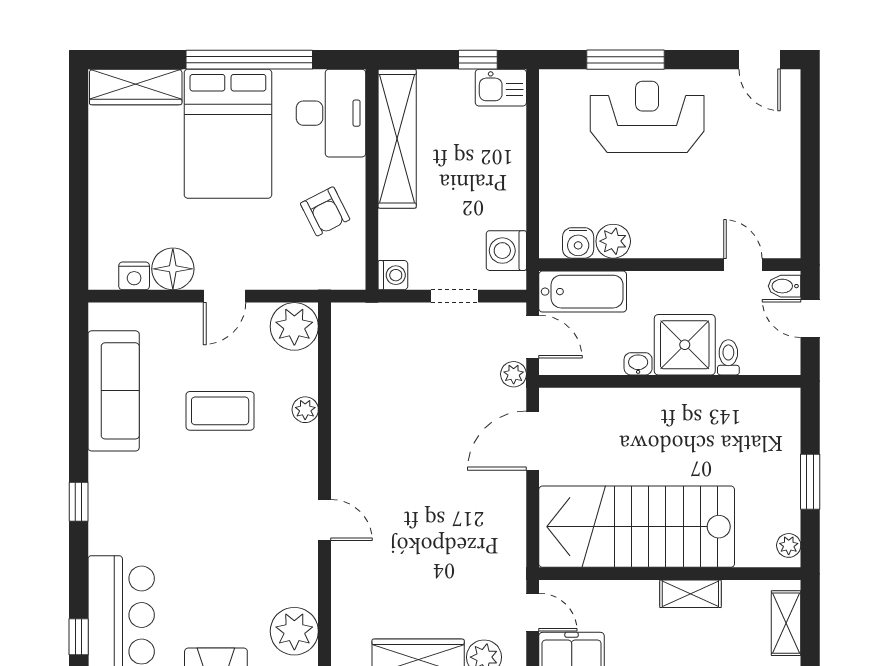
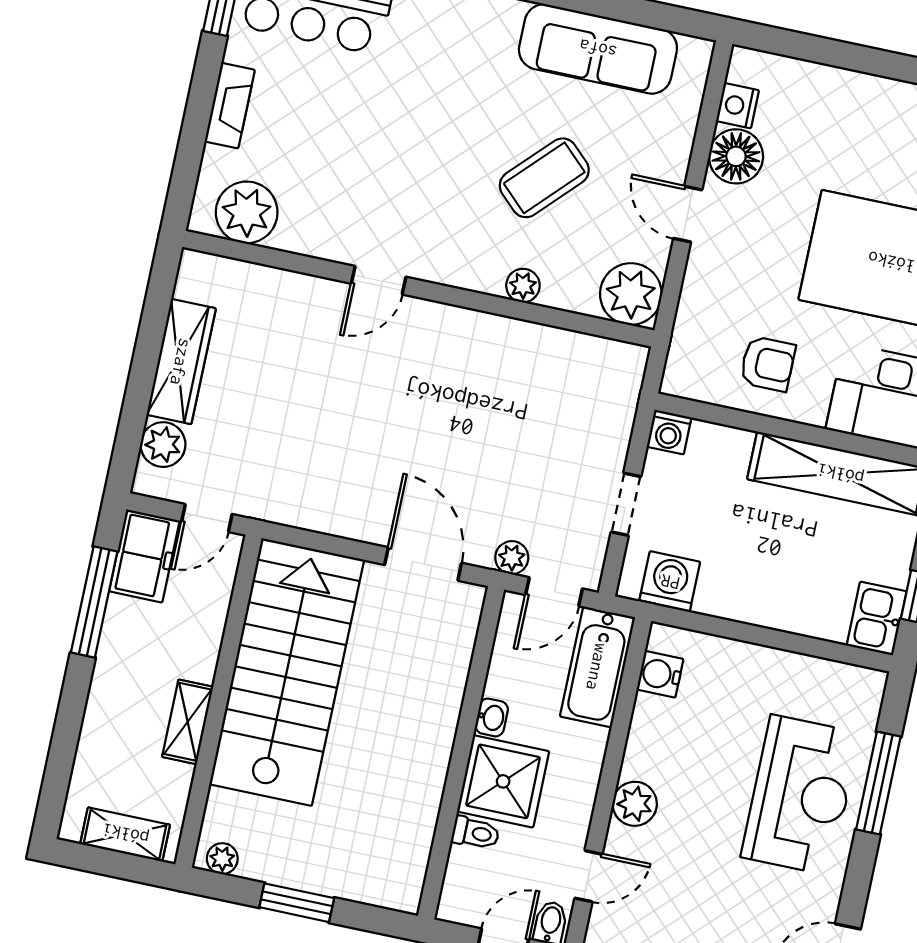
armchair: (325, 211) -> (768, 364), turned -153
plant: (613, 241) -> (635, 804), moved
coffee table: (220, 411) -> (544, 178), turned 44

